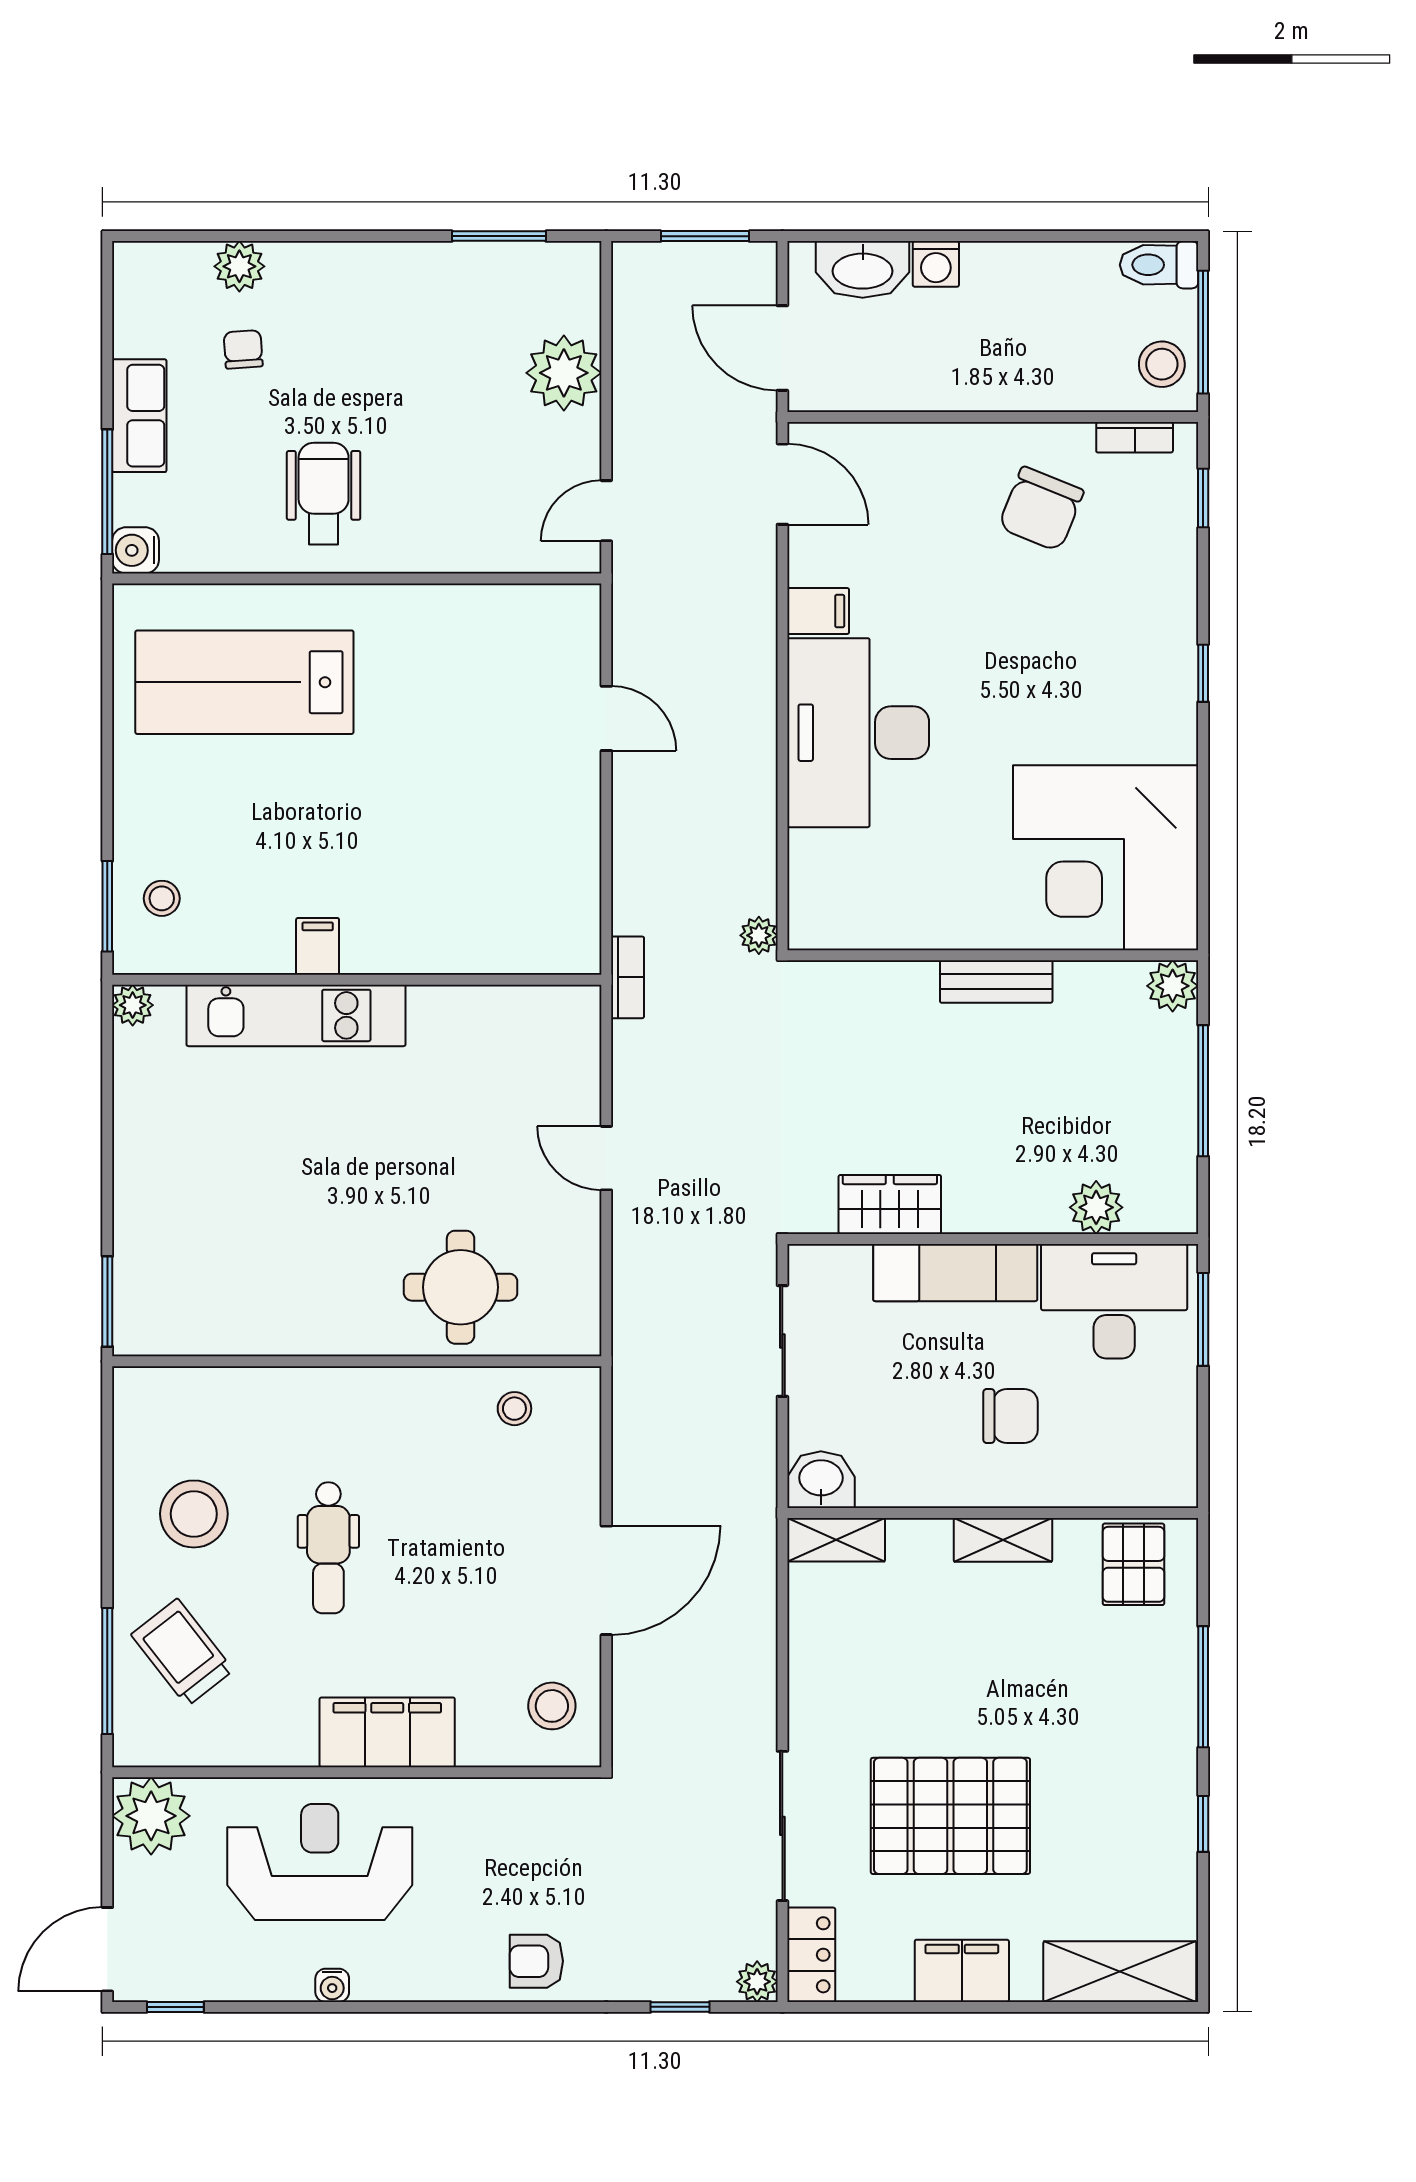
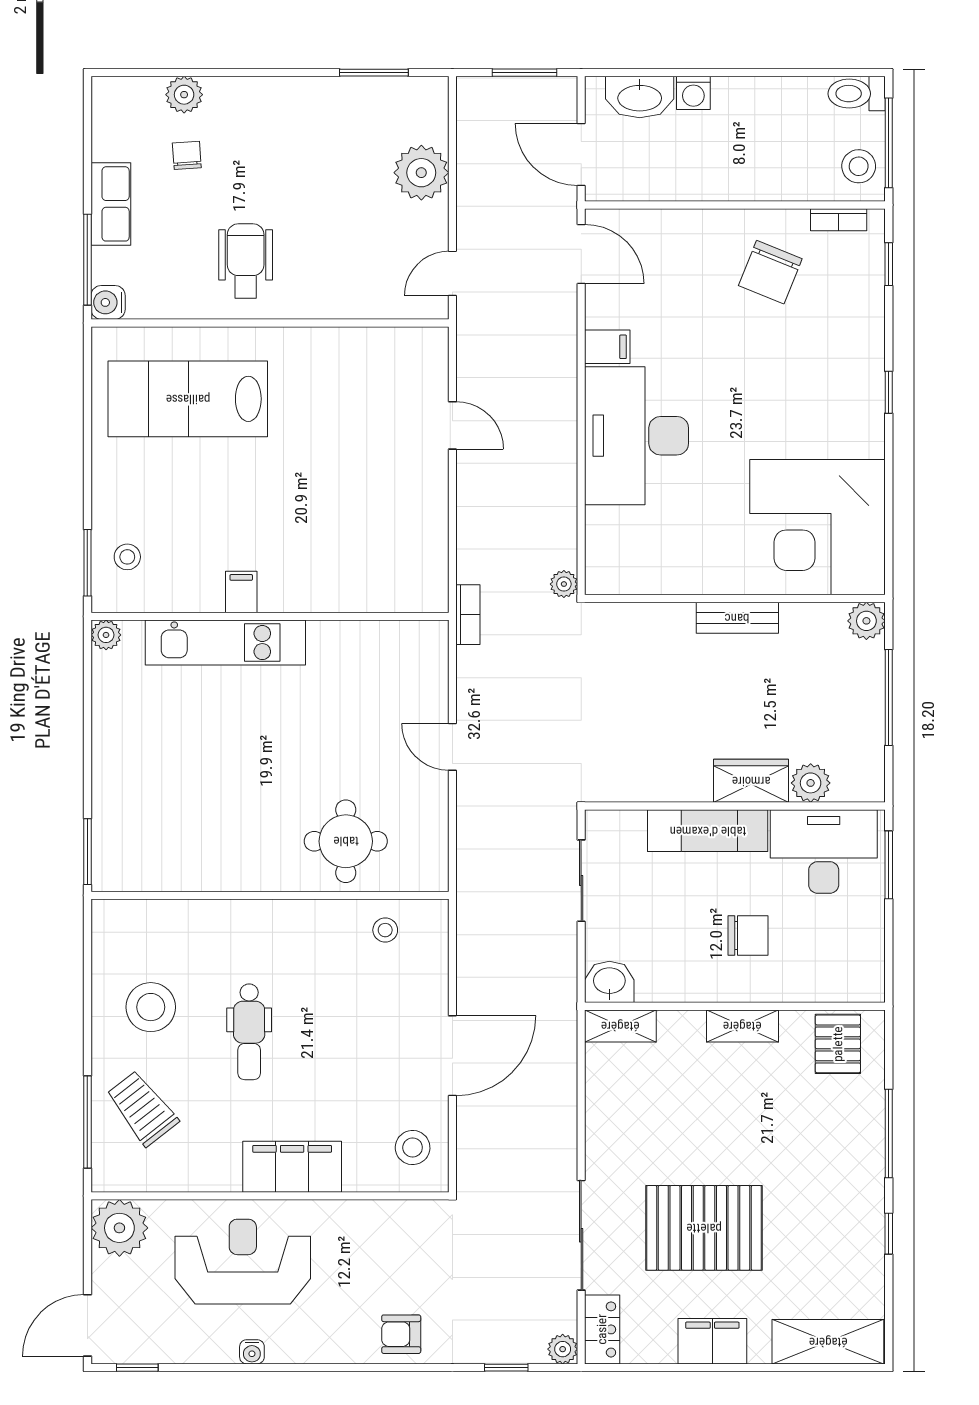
wardrobe: (890, 1204) -> (751, 781), moved

